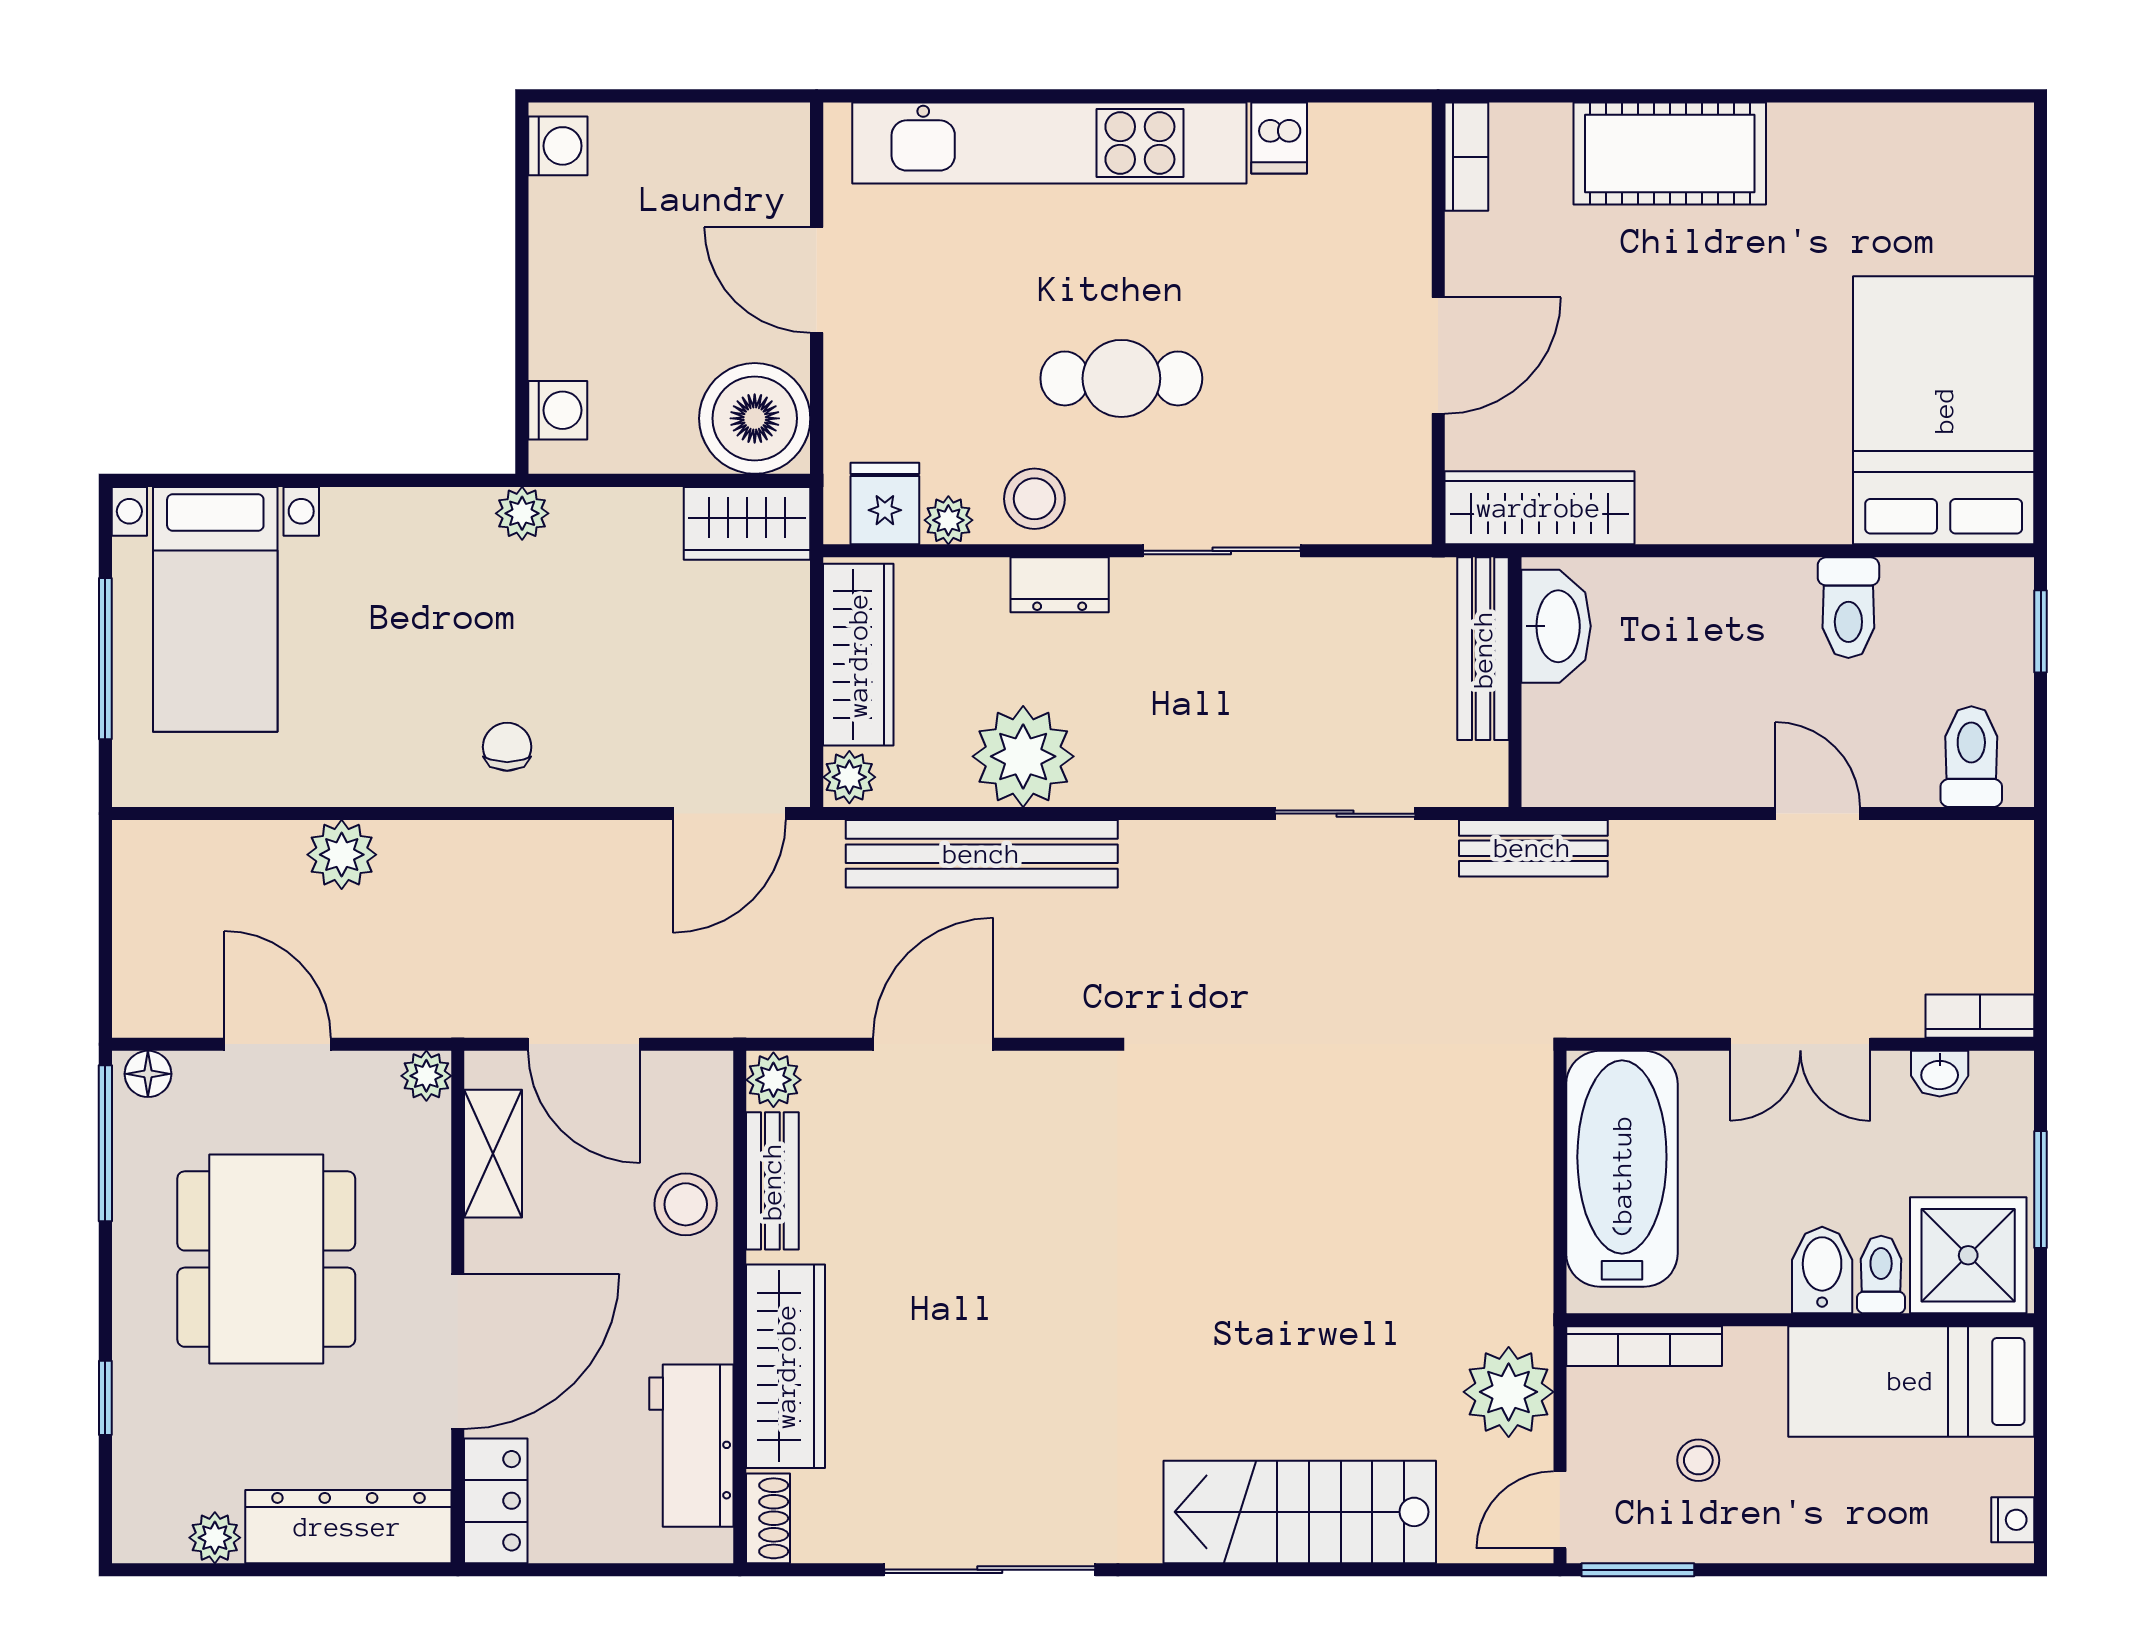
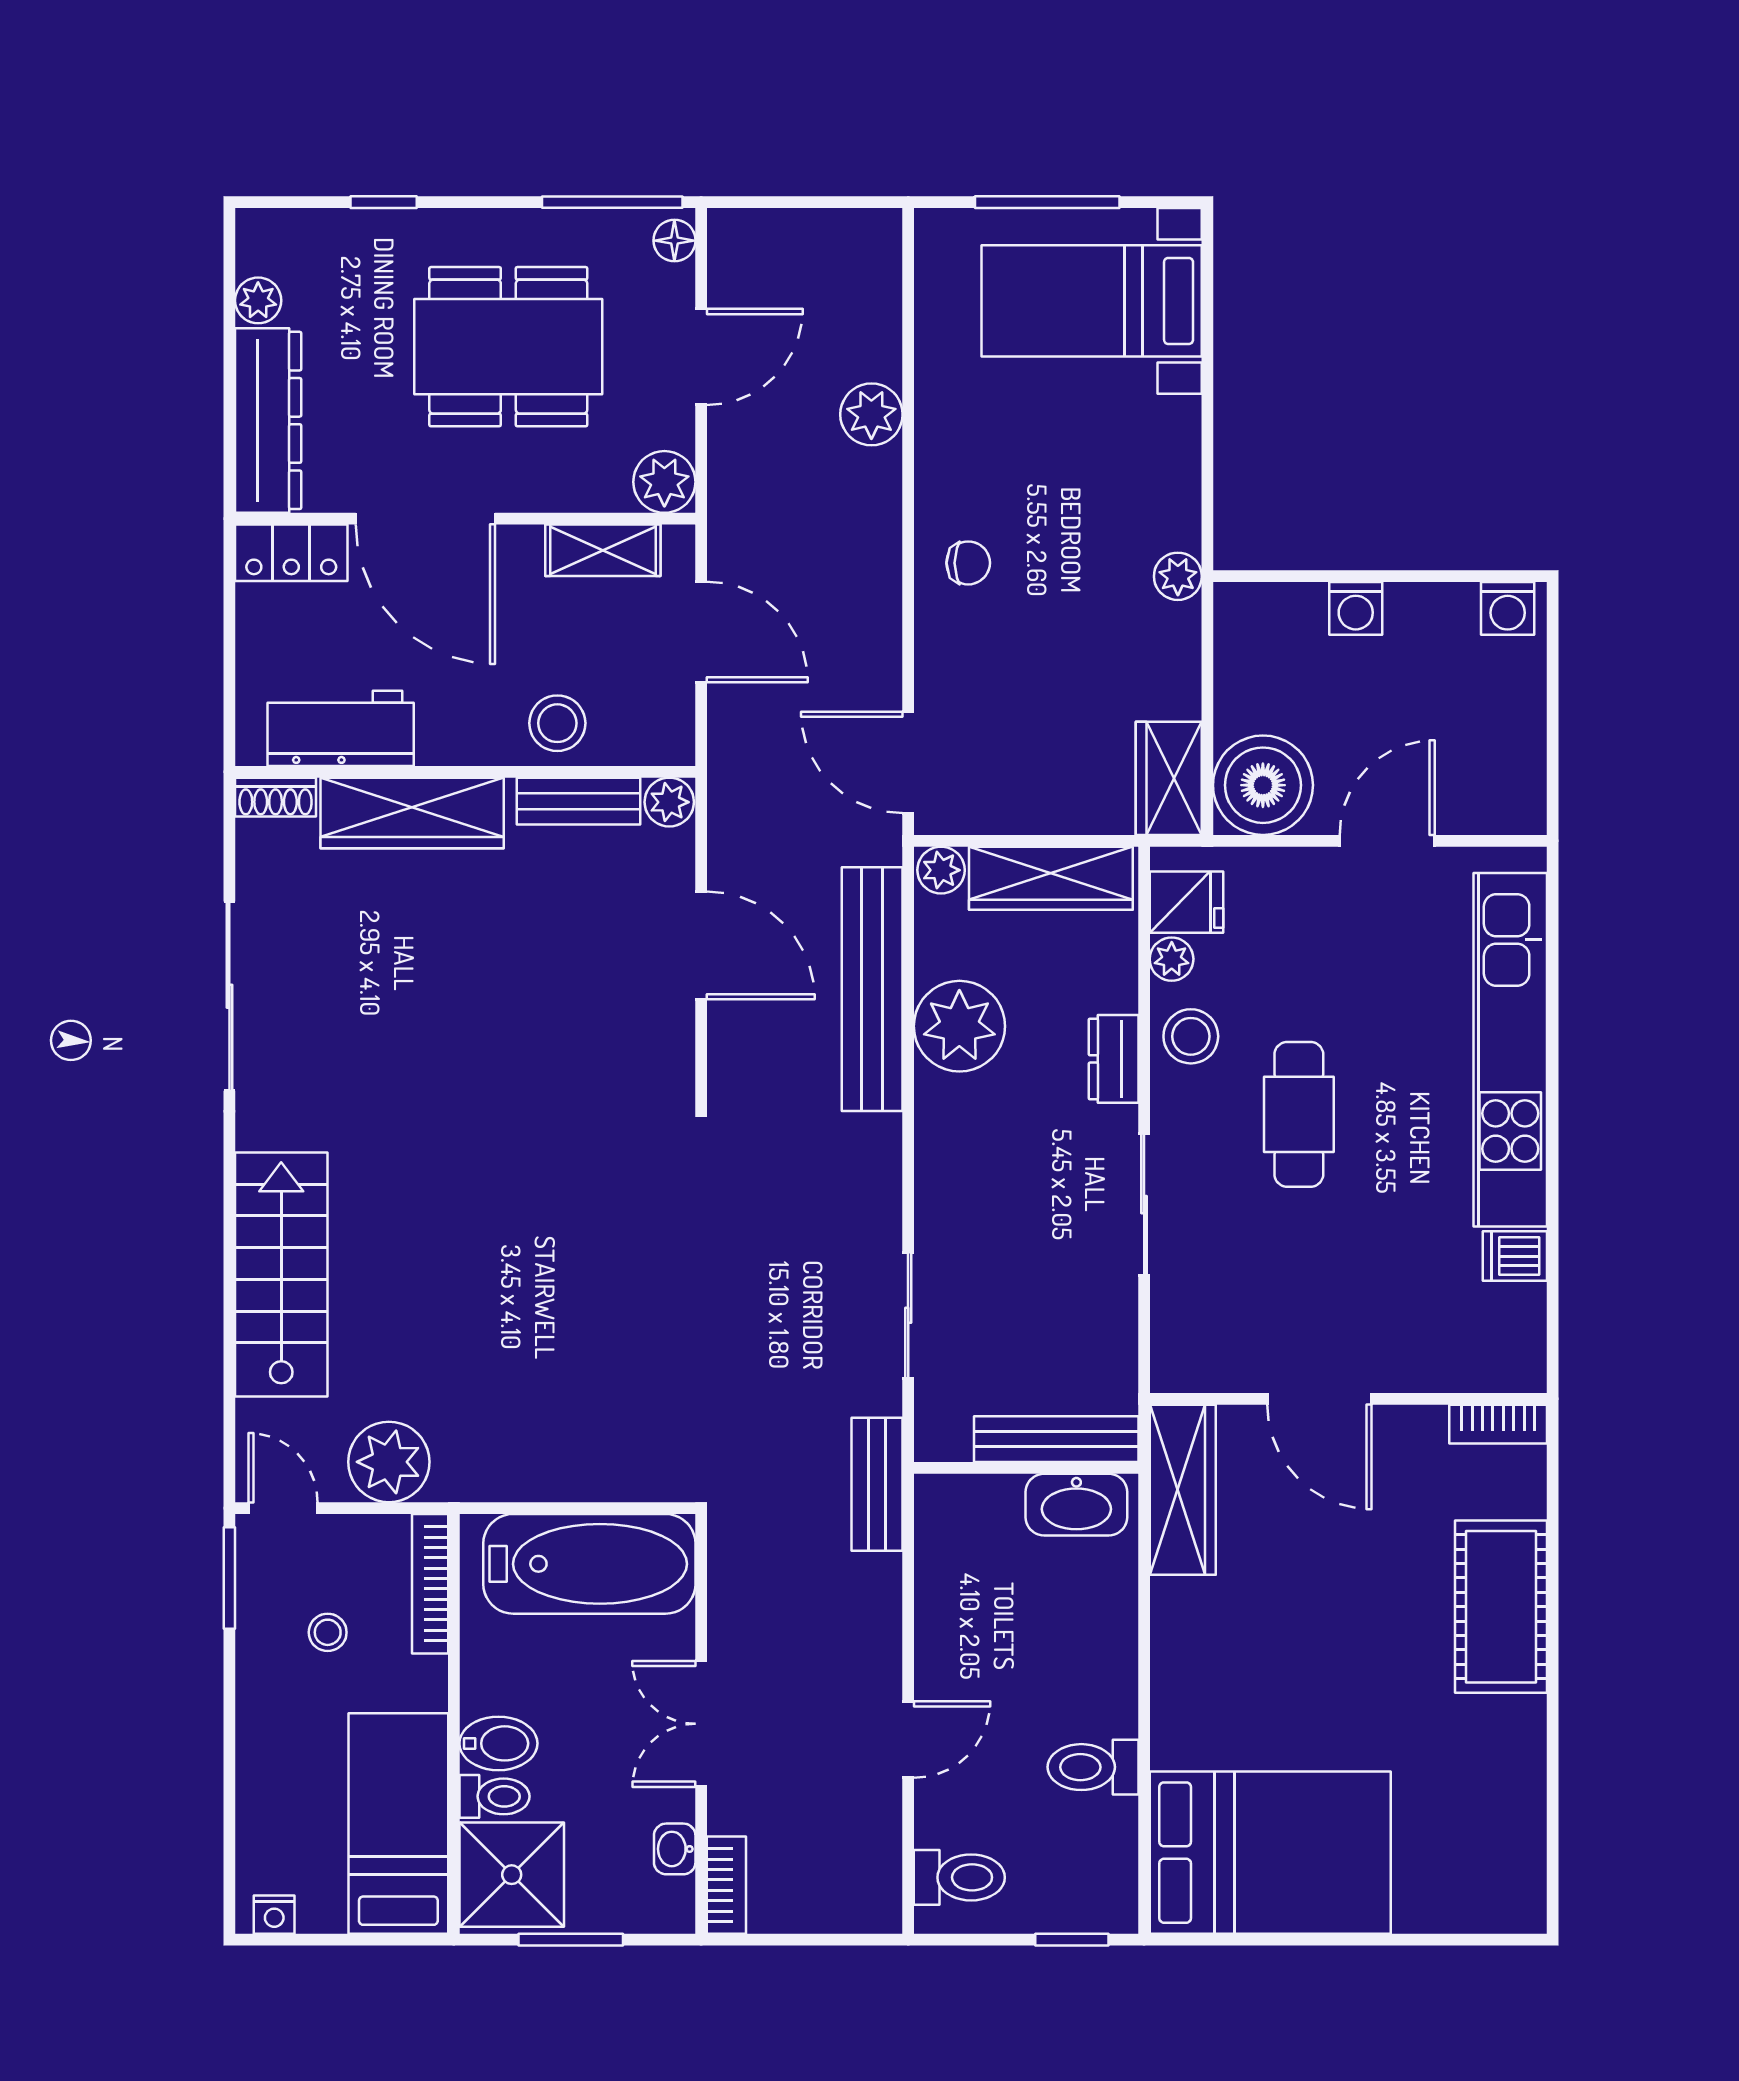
washing machine: (558, 410) -> (1356, 608), moved
door: (584, 1044) -> (701, 632), swing flipped
plant: (426, 1076) -> (664, 482), width x1.38, depth x1.38

